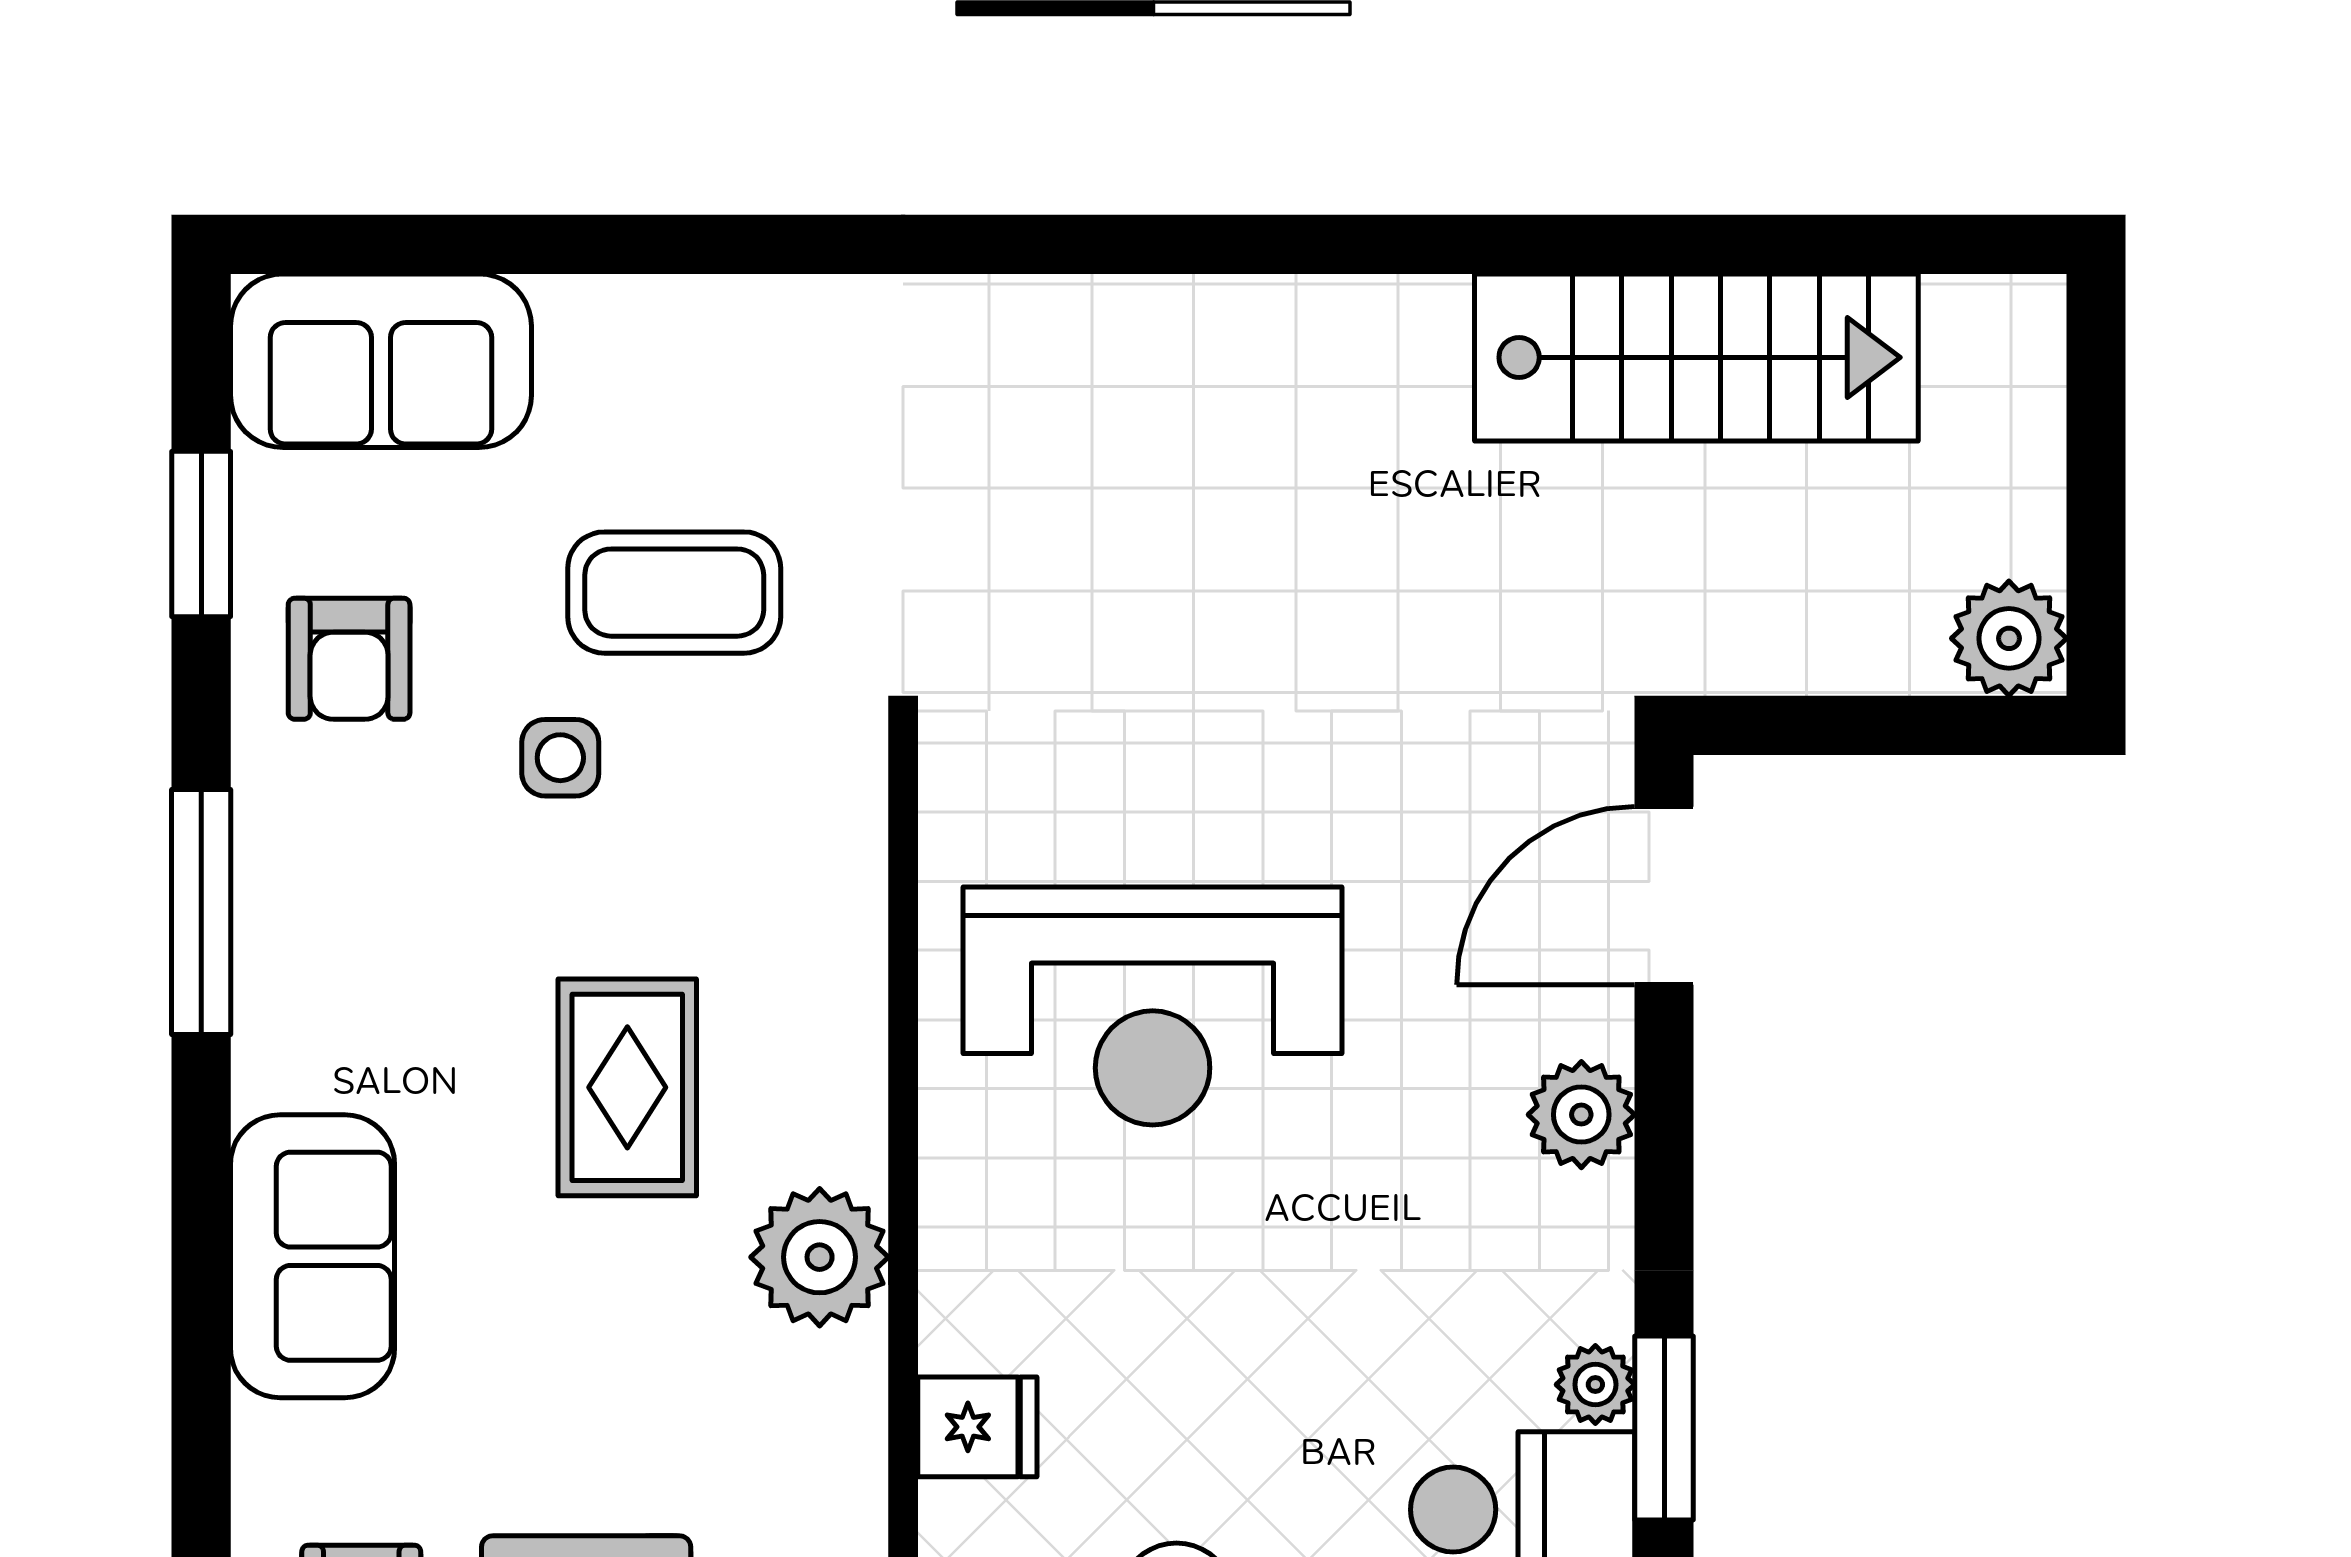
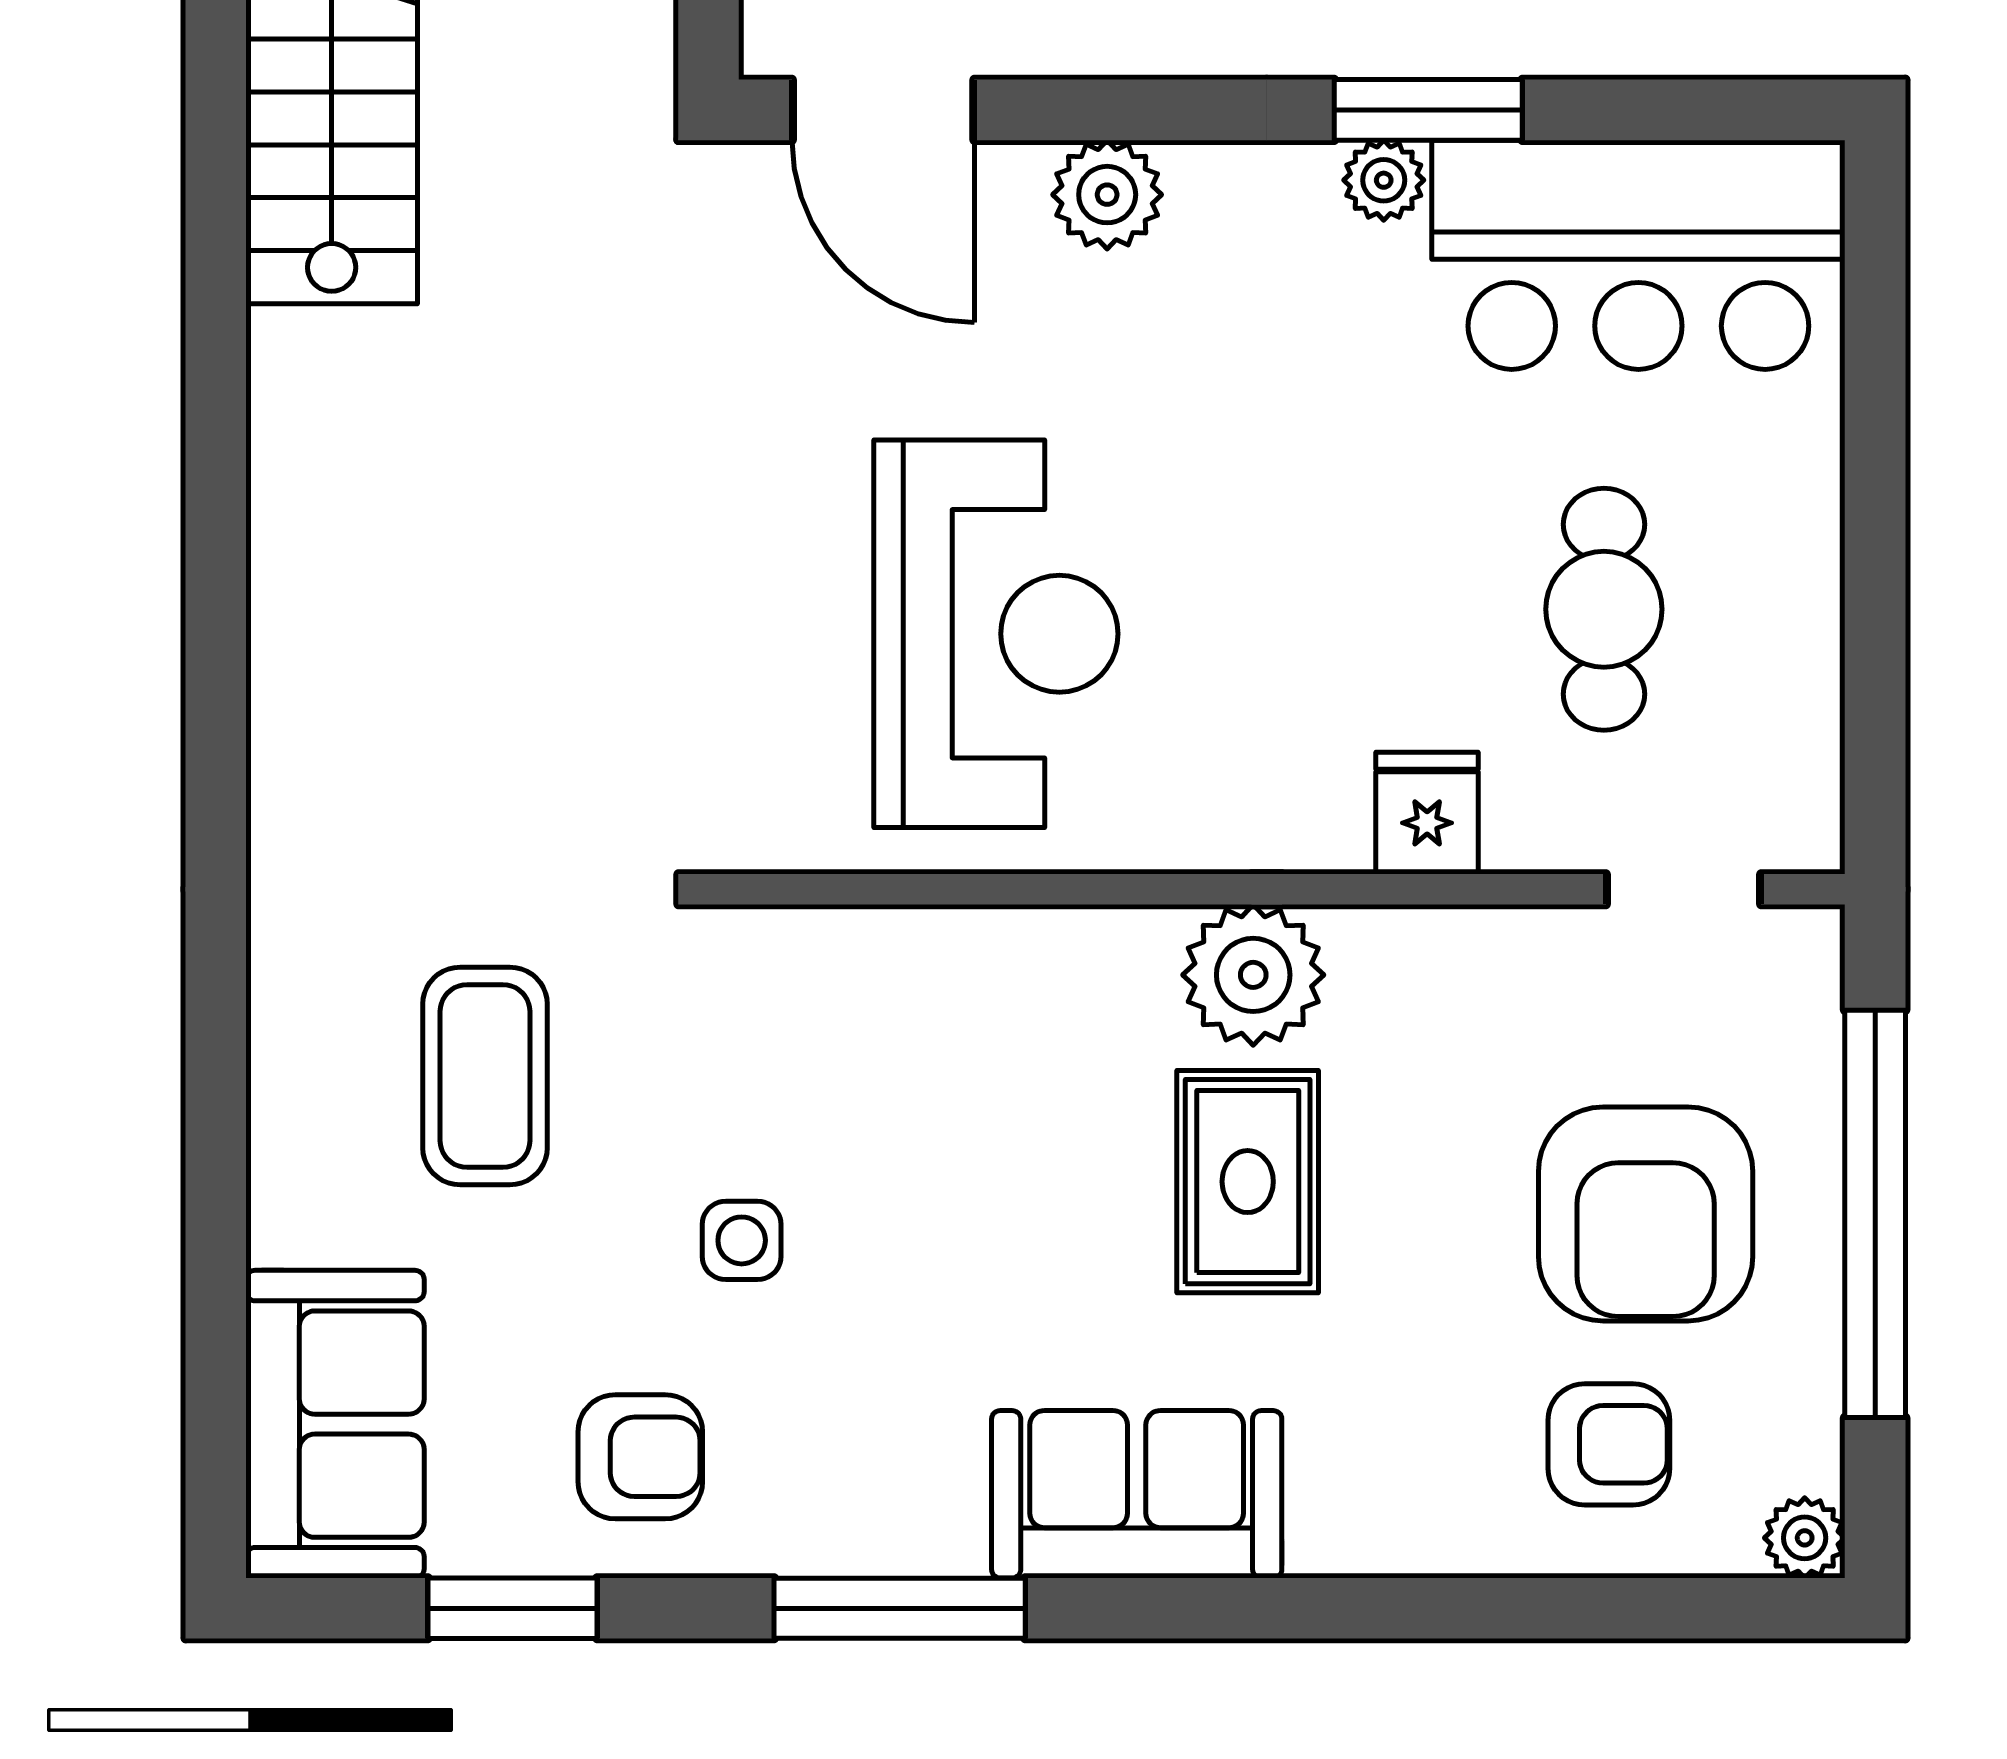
coffee table: (674, 593) -> (485, 1076), moved
rug: (627, 1087) -> (1248, 1182), moved, turned 90
sofa: (313, 1256) -> (1137, 1494), moved

